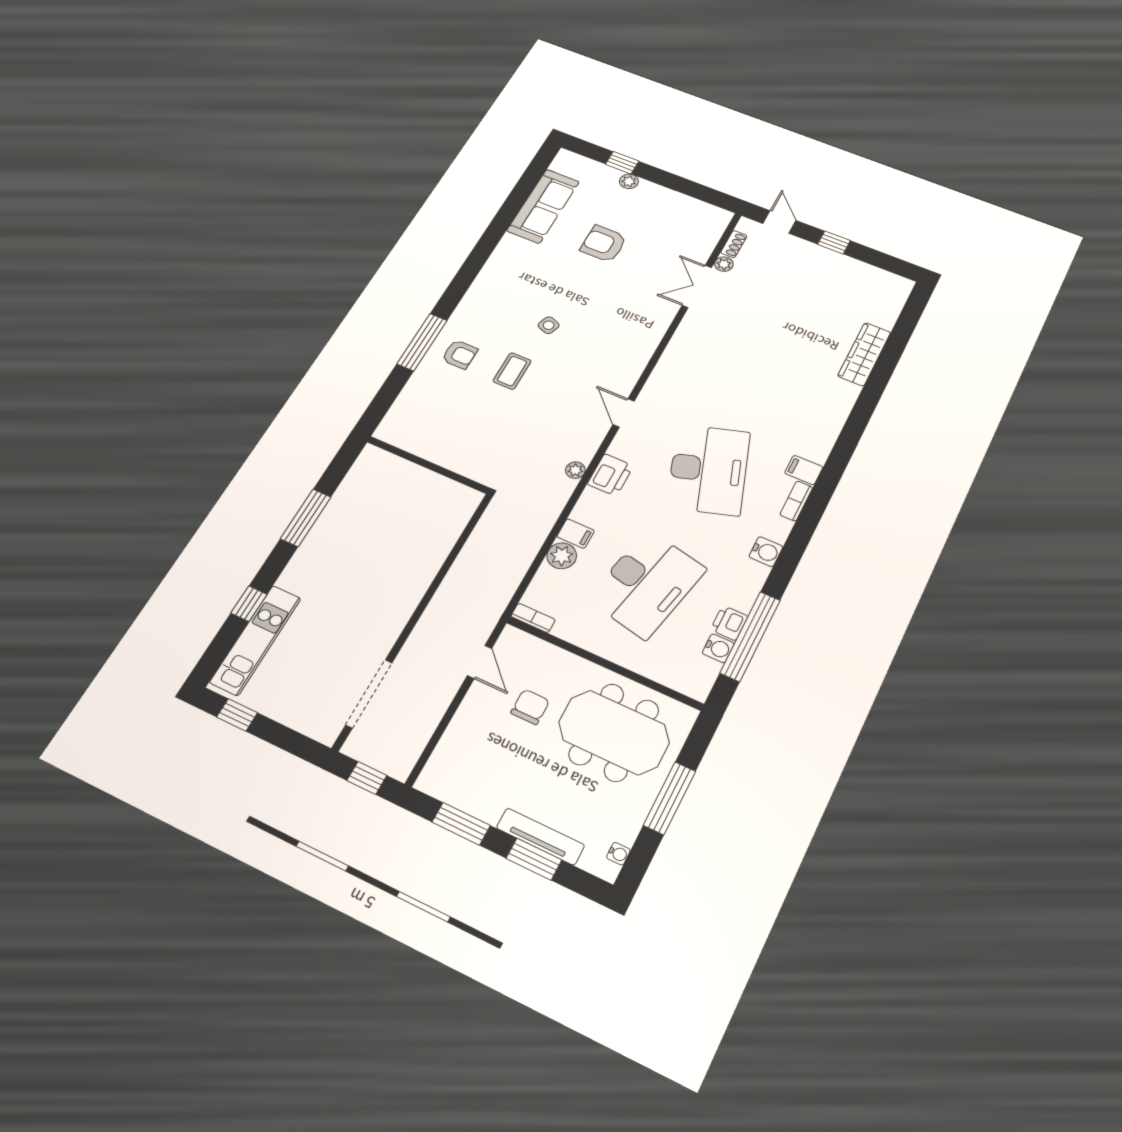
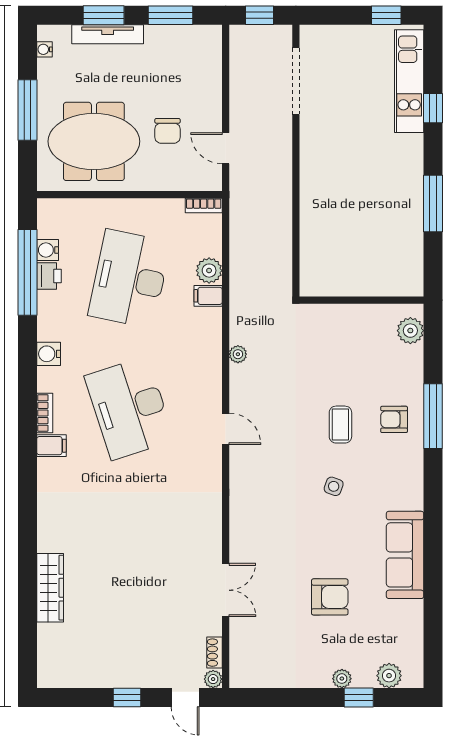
plant: (586, 168) -> (389, 676), added
sofa: (543, 206) -> (405, 555), moved
plant: (724, 264) -> (213, 679), moved
plant: (398, 419) -> (410, 331), added
printer: (610, 475) -> (207, 364), removed

